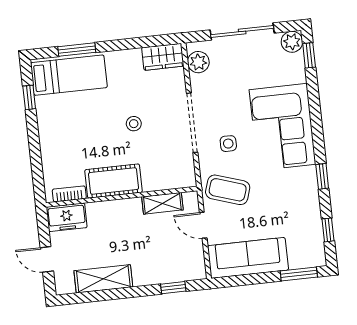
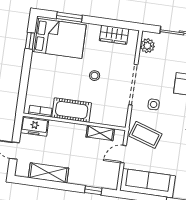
wardrobe: (163, 57) -> (114, 35), moved
bed: (69, 75) -> (59, 38), width x1.50
door: (203, 225) -> (123, 154), hinge flipped

